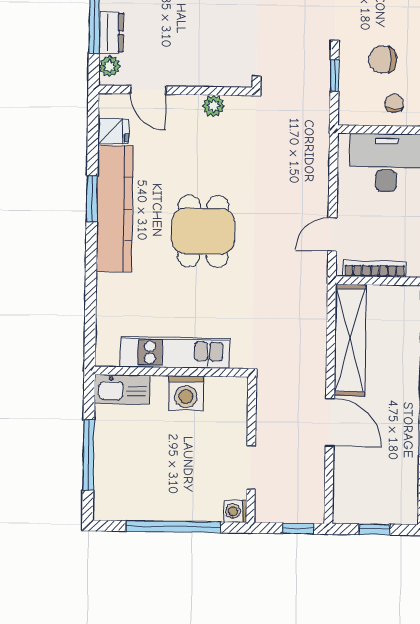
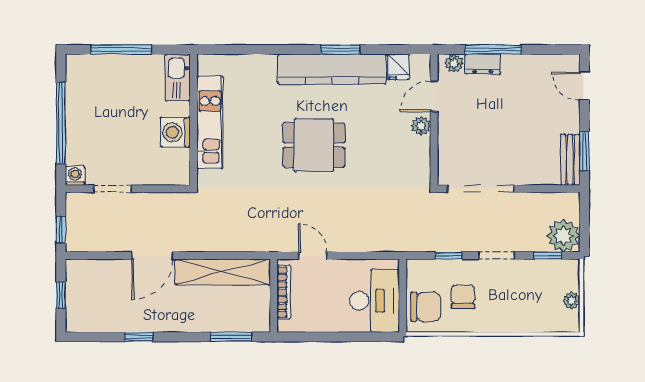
chair: (394, 103) -> (426, 307), width x1.87, depth x1.87
plant: (213, 106) -> (421, 126), moved

